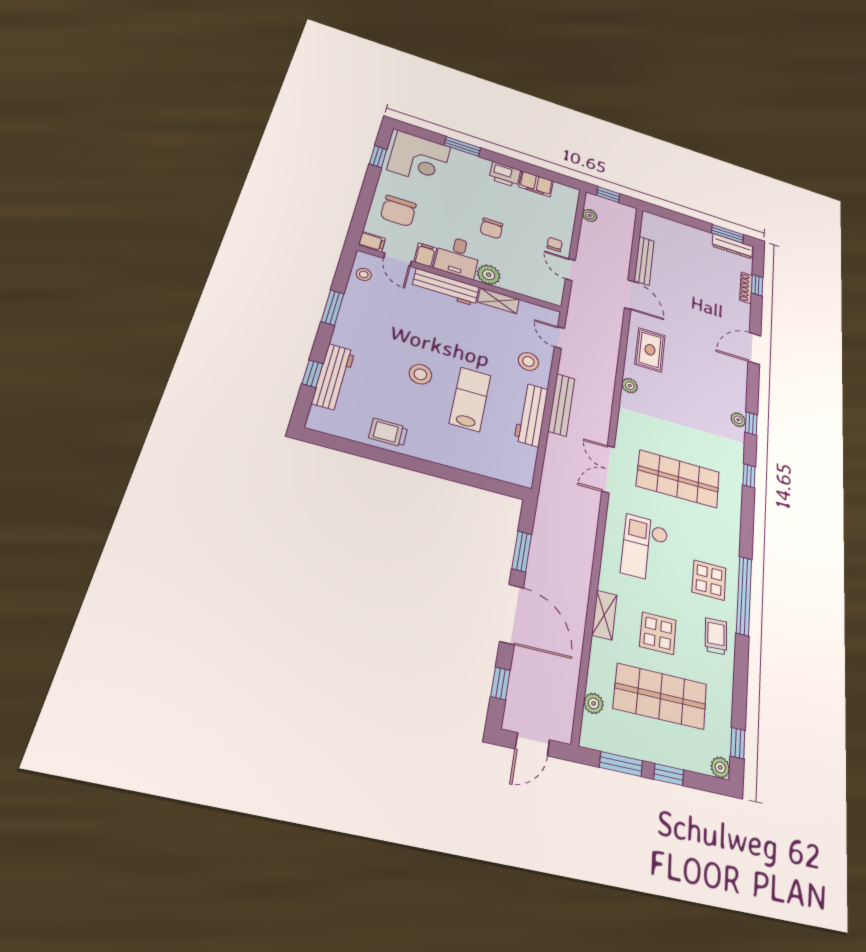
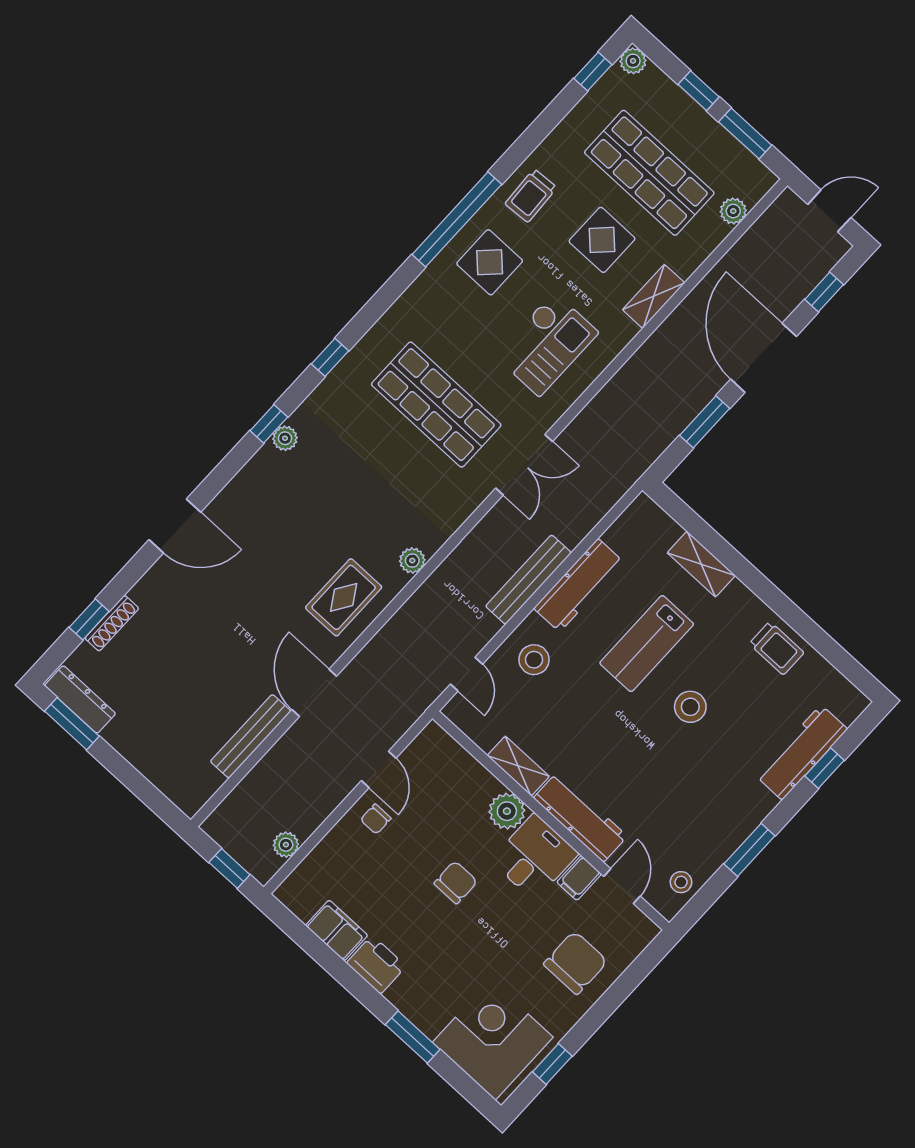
filing cabinet: (372, 242) -> (641, 928), removed
shelving: (467, 462) -> (701, 564), added

